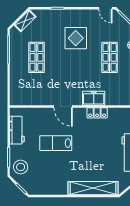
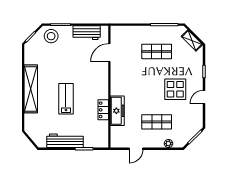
door: (105, 8) -> (204, 97), moved
freezer: (94, 98) -> (117, 111), width x1.40
door: (63, 107) -> (109, 53), moved
lab bench: (56, 143) -> (66, 99), moved
shelving: (93, 188) -> (31, 89), moved

